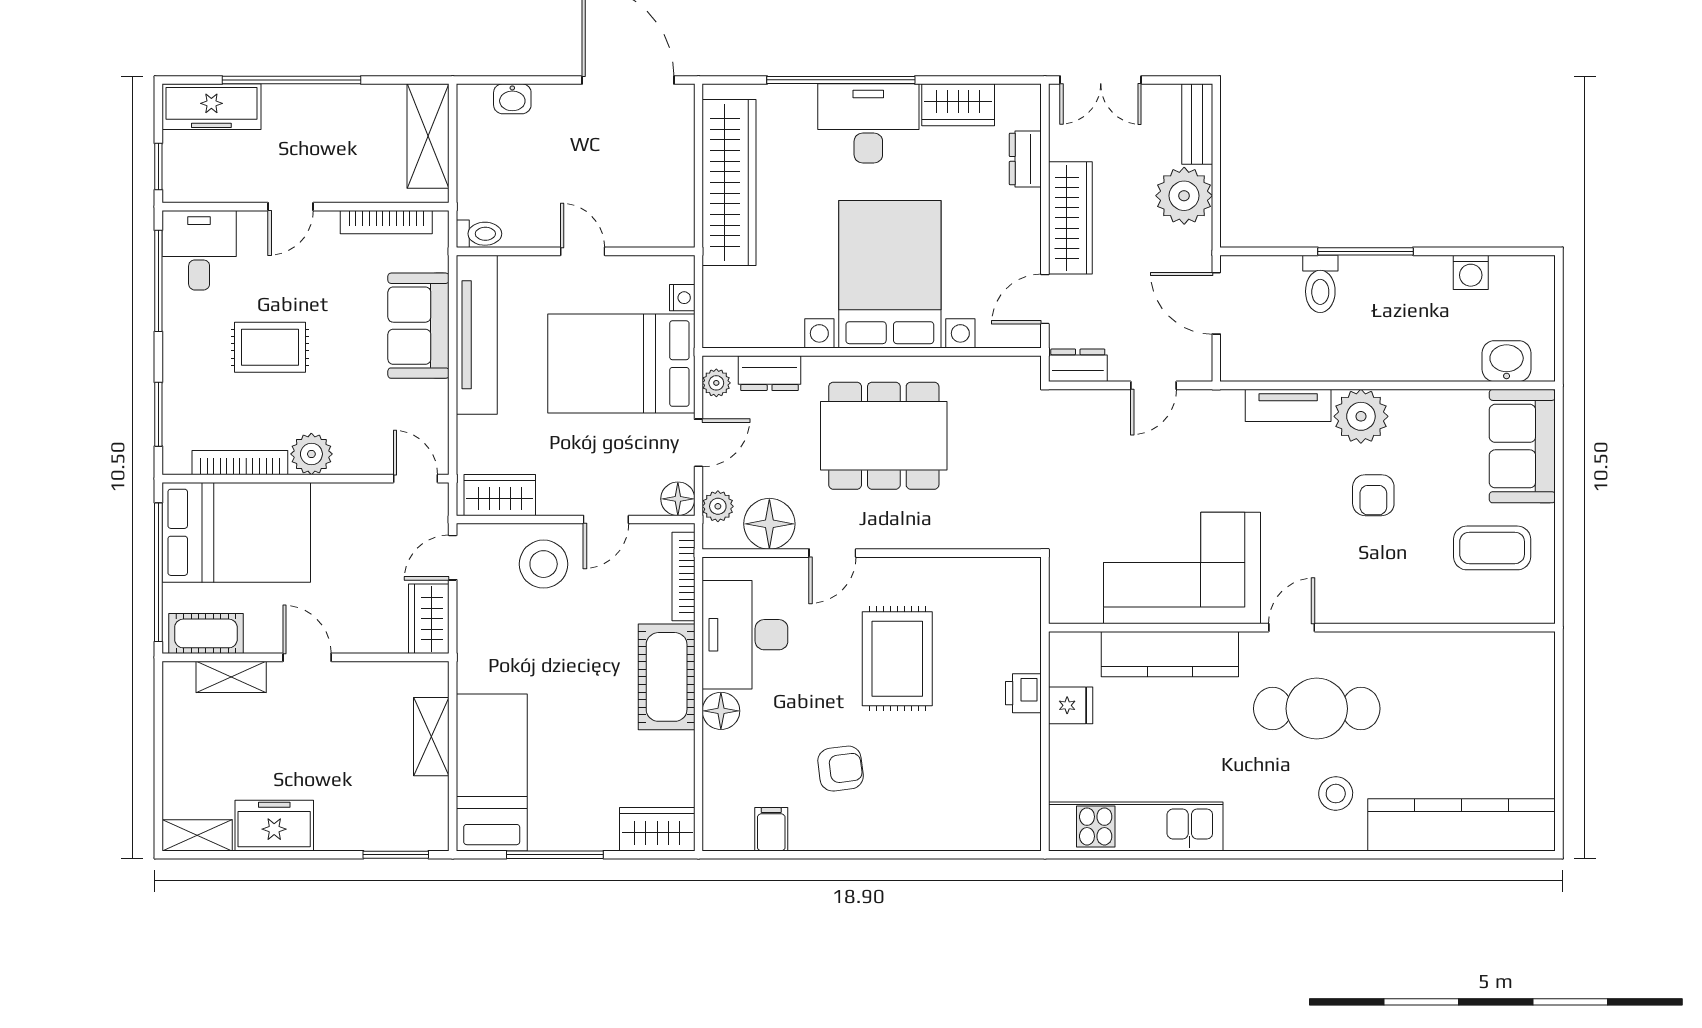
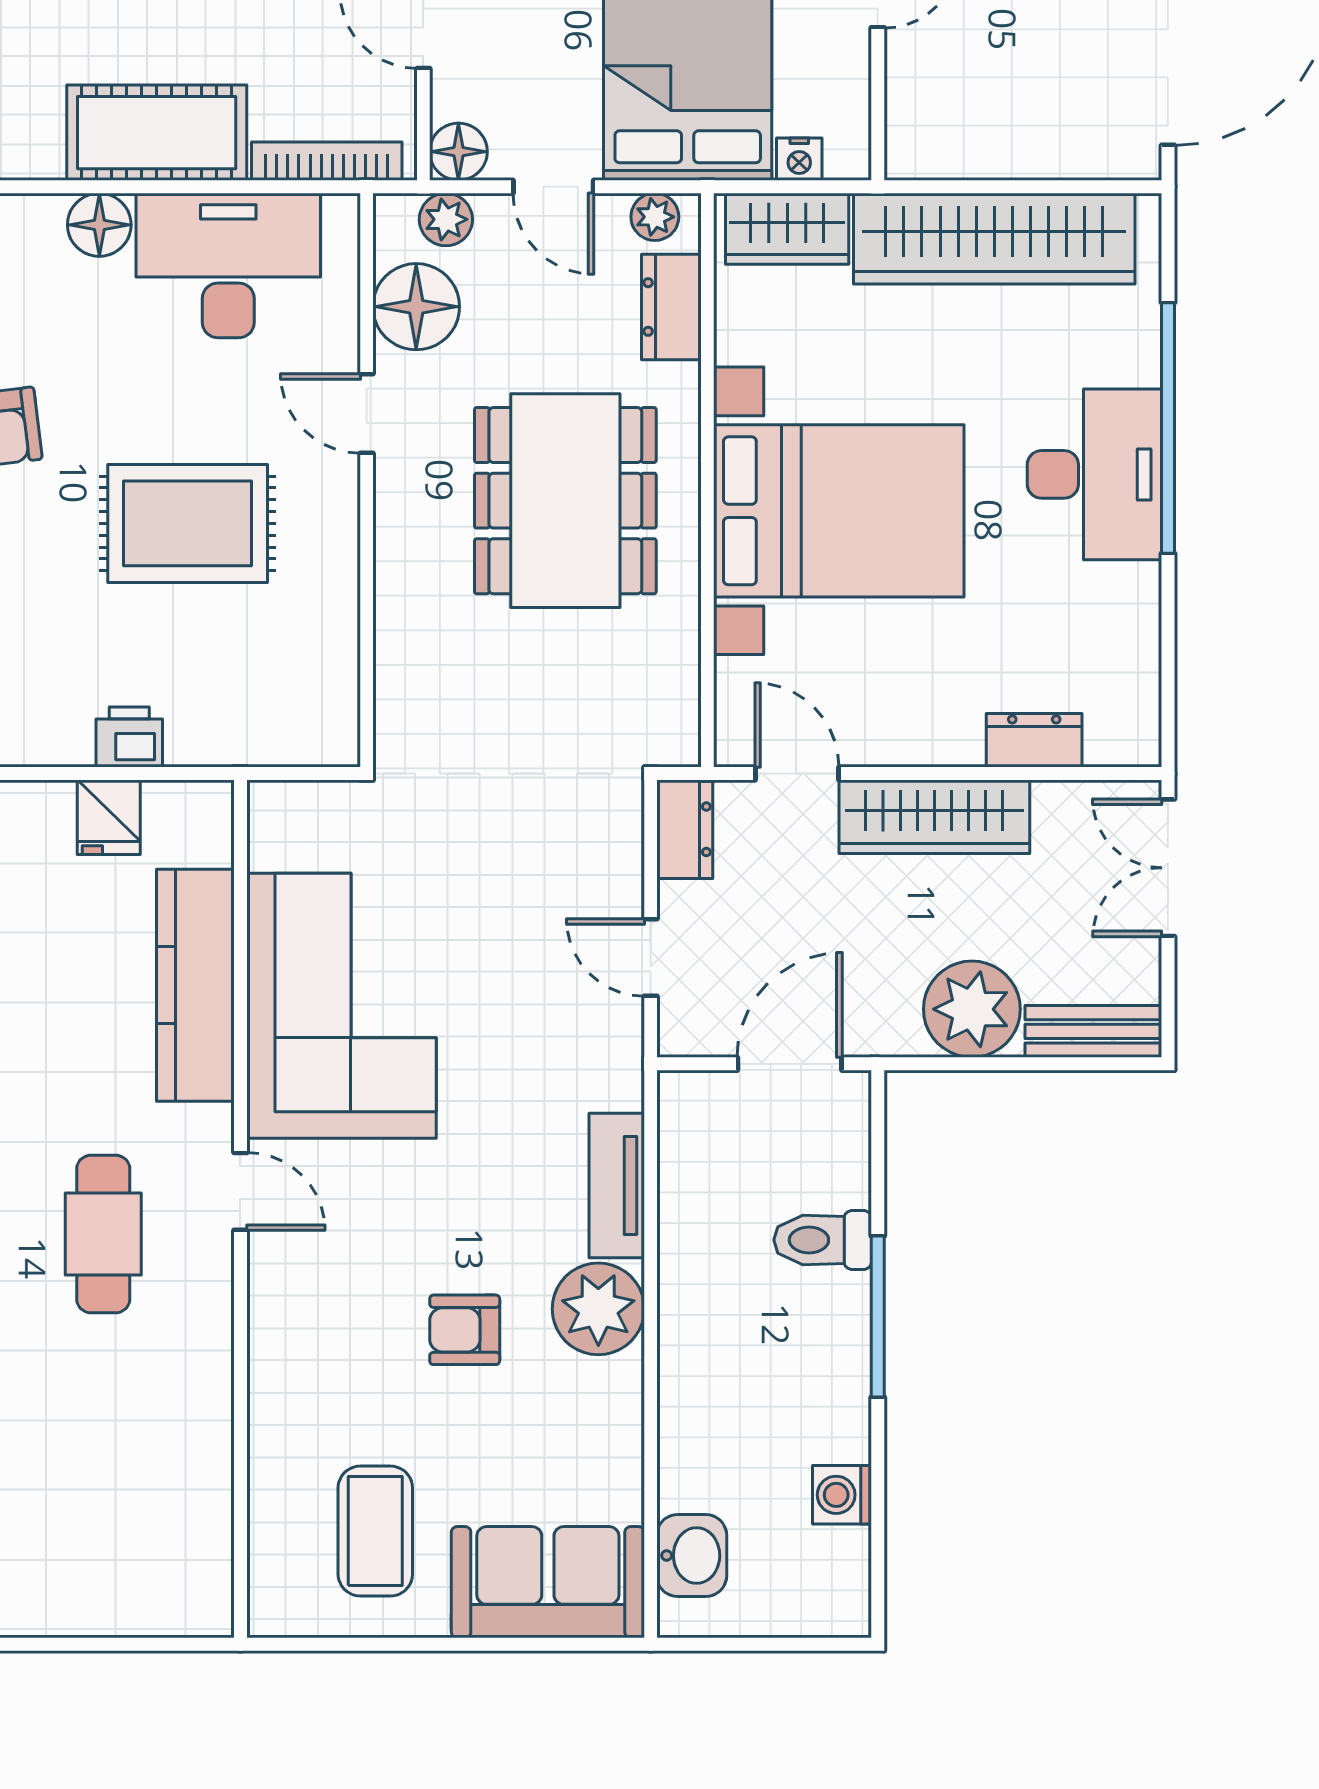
wardrobe: (958, 105) -> (787, 229), moved, turned -90
cafe table: (1317, 709) -> (103, 1234), width x0.73, depth x0.74

